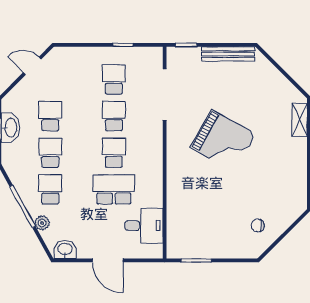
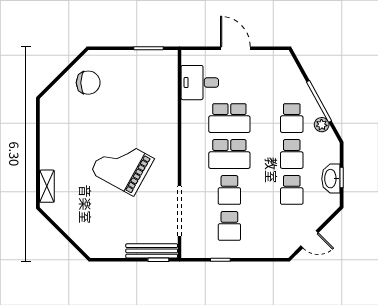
bench: (228, 54) -> (152, 251), moved
school desk: (114, 153) -> (229, 154), width x1.85
plant: (42, 223) -> (322, 125), moved
chair: (258, 225) -> (88, 83), width x1.87, depth x1.87
washbasin: (65, 249) -> (277, 59), removed

